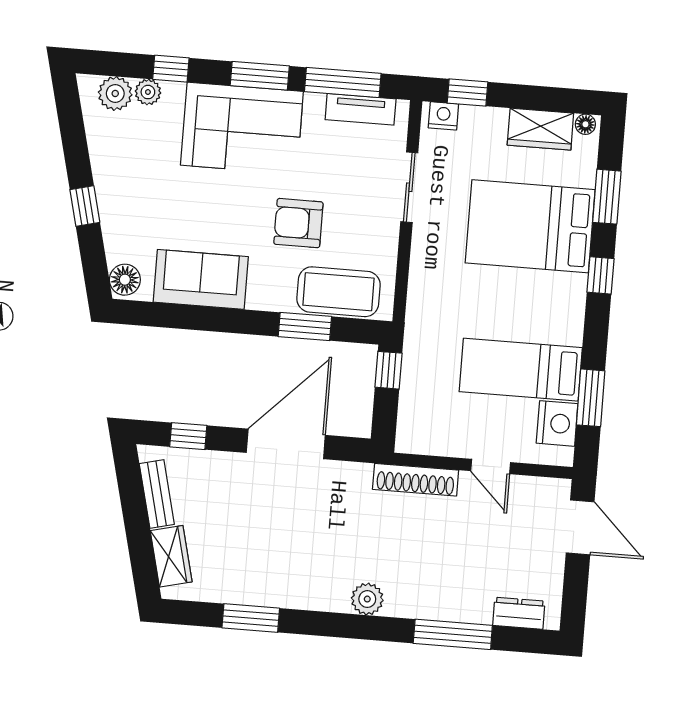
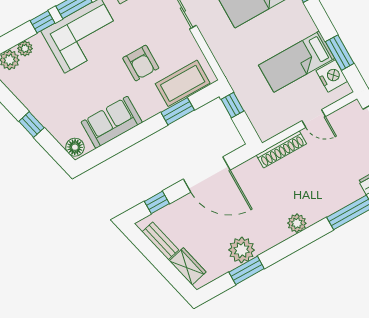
window: (171, 69) -> (42, 22), moved
armchair: (298, 223) -> (141, 63), turned -90
door: (286, 444) -> (207, 174), swing flipped
plant: (263, 584) -> (242, 250), added

